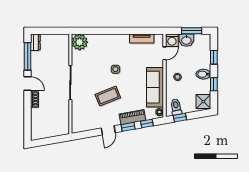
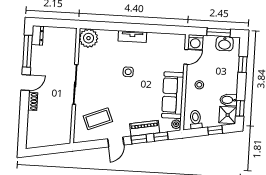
tv unit: (142, 39) -> (132, 37), moved
washbasin: (186, 40) -> (225, 44), moved
bidet: (203, 74) -> (228, 100), moved
door: (28, 84) -> (26, 83), hinge flipped
window: (214, 84) -> (240, 108), moved
coffee table: (108, 96) -> (98, 119), moved
window: (180, 118) -> (215, 130), moved

